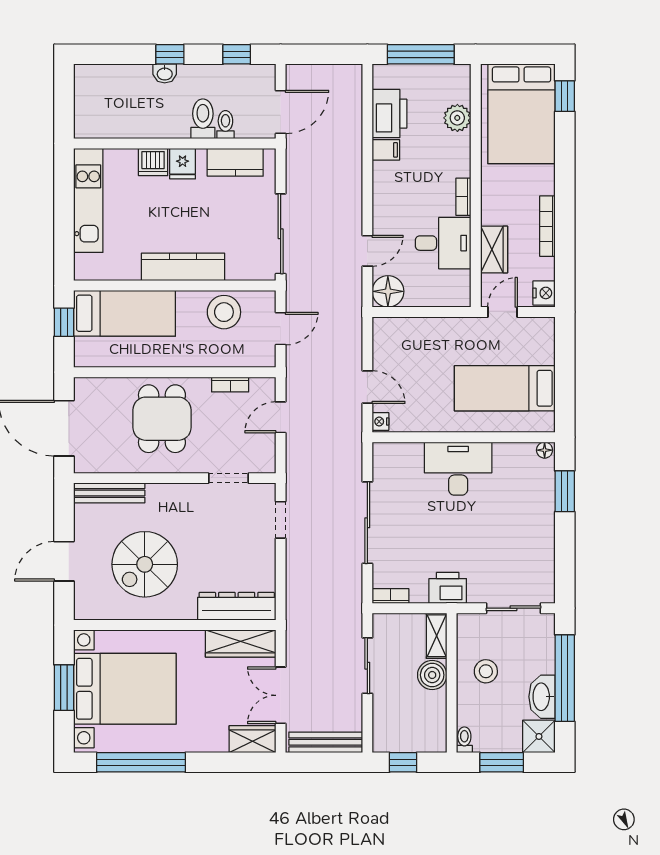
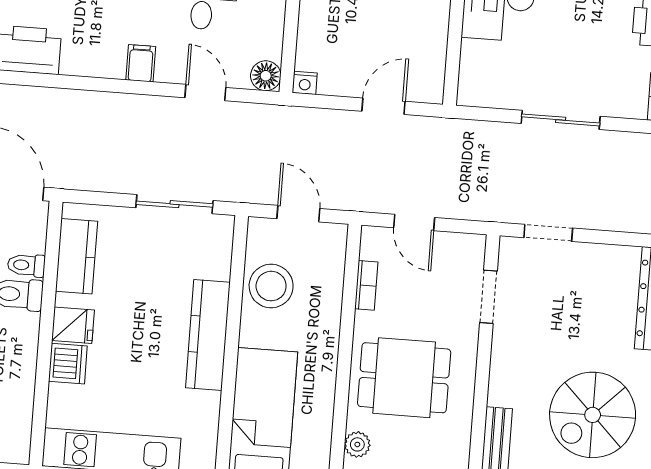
filing cabinet: (386, 150) -> (141, 63), moved
sliding door: (281, 234) -> (174, 204), width x0.73
floor lamp: (388, 291) -> (266, 76), width x0.73, depth x0.73
plant: (108, 387) -> (357, 444), added
nightstand: (381, 422) -> (305, 83), moved
sliding door: (367, 523) -> (561, 120), width x0.73
spiral stairs: (145, 564) -> (593, 415), turned 90

